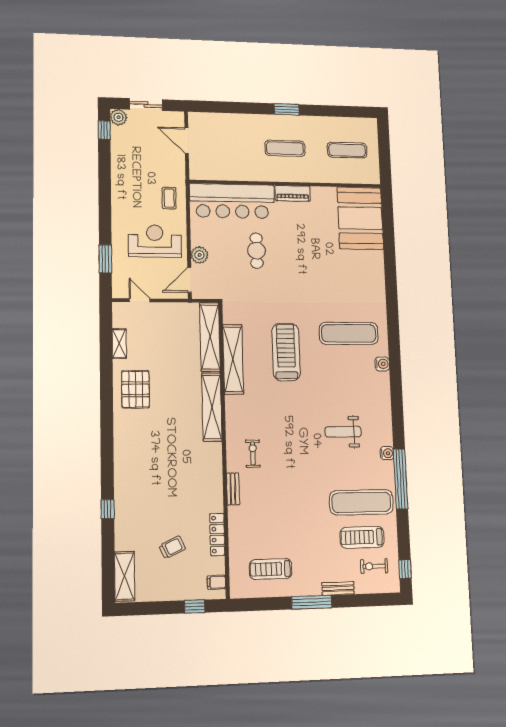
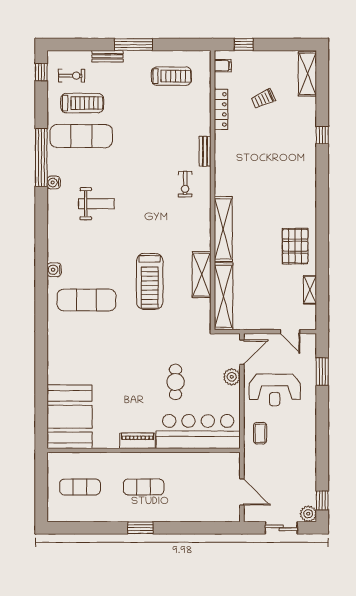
shelving: (233, 359) -> (202, 275), width x0.68

